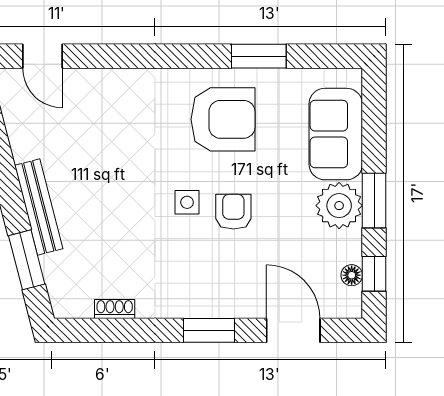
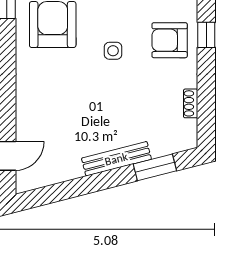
armchair: (233, 212) -> (170, 40), moved, width x1.38, depth x1.38
window: (209, 330) -> (206, 35), width x0.67

